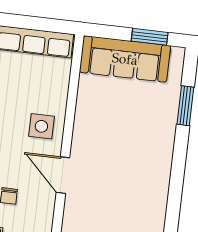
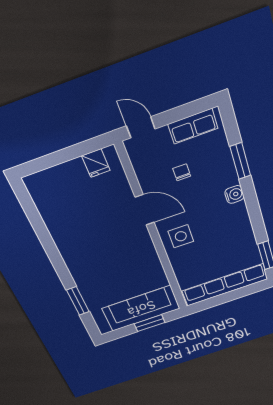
window: (150, 37) -> (150, 323), moved

